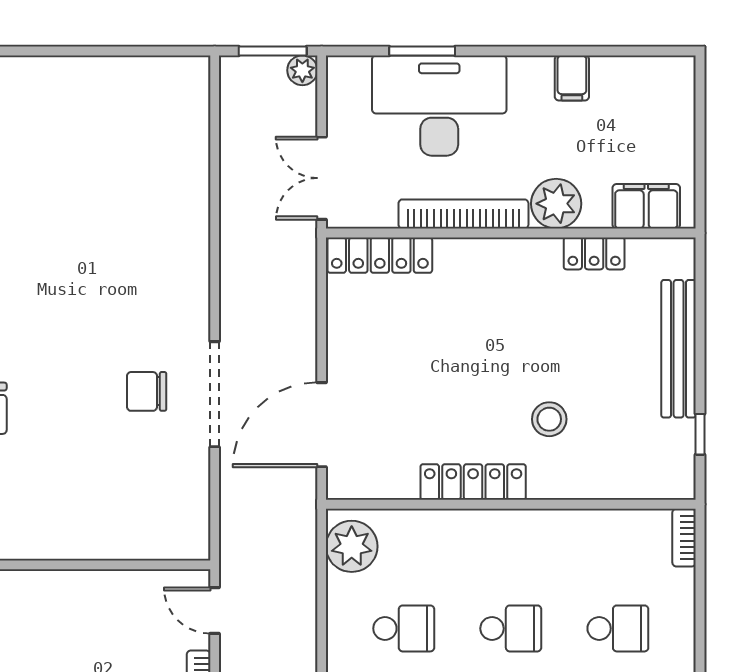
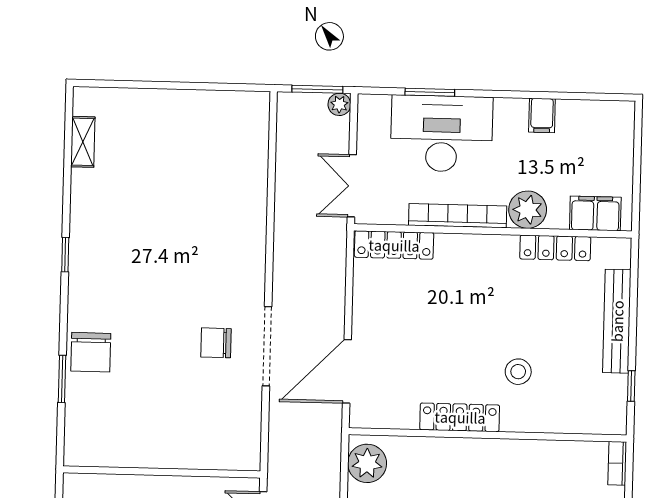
locker: (594, 253) -> (555, 248), width x1.53

